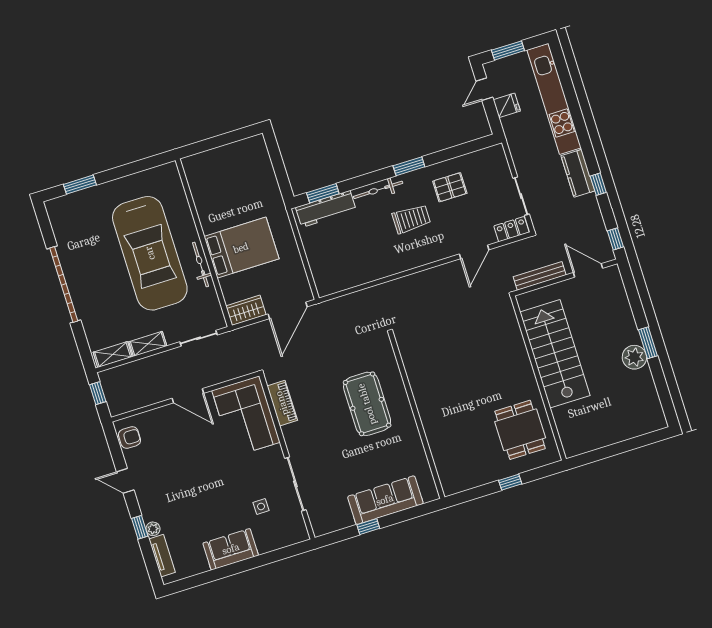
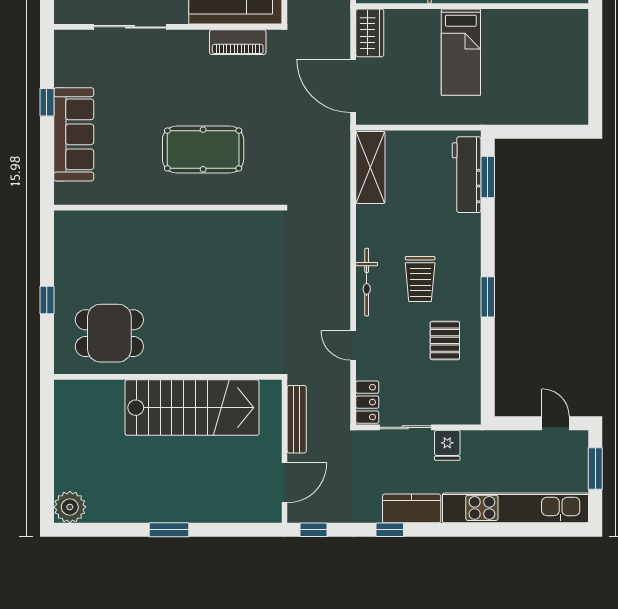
fridge: (507, 105) -> (447, 445), moved
bicycle: (378, 190) -> (367, 282), moved, turned 180
bed: (241, 248) -> (461, 52), width x0.67
door: (474, 252) -> (353, 346), width x0.73
shelving: (342, 280) -> (370, 167), added
plant: (634, 357) -> (70, 507), moved

